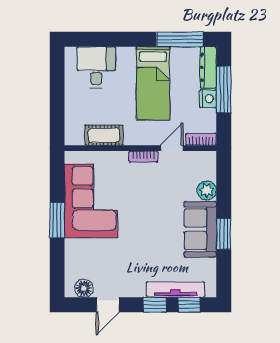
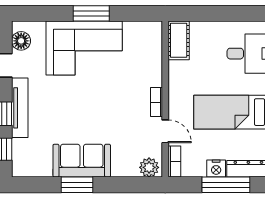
cot: (104, 135) -> (179, 40), moved
plant: (207, 190) -> (149, 167), moved
corner sofa: (91, 201) -> (84, 48), moved
tv unit: (175, 290) -> (20, 108), moved

